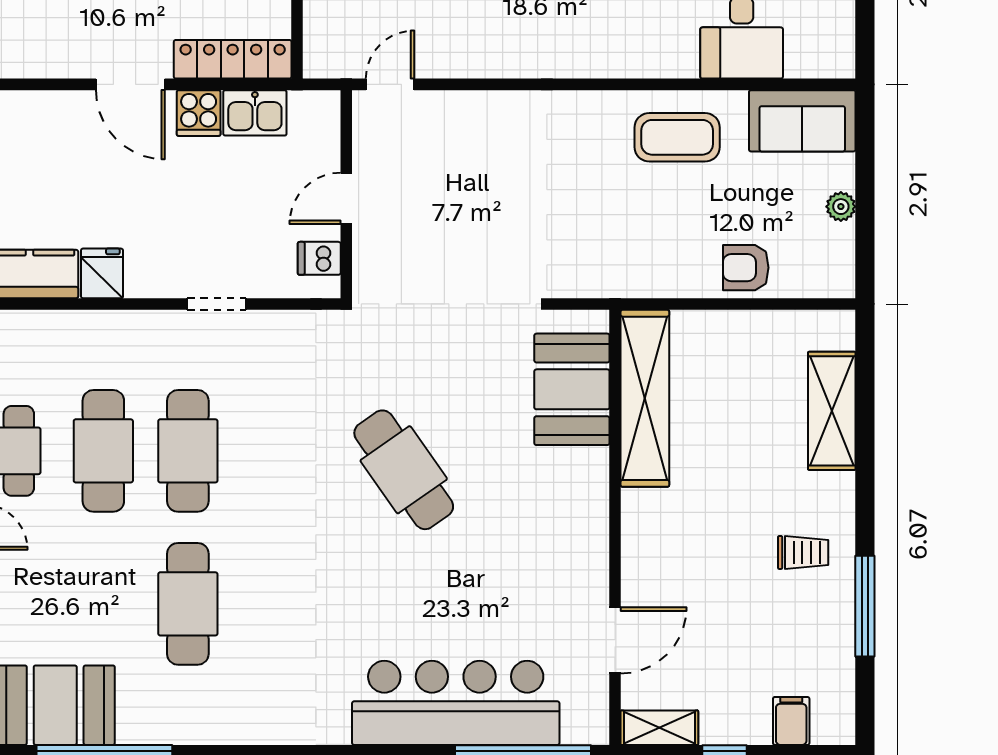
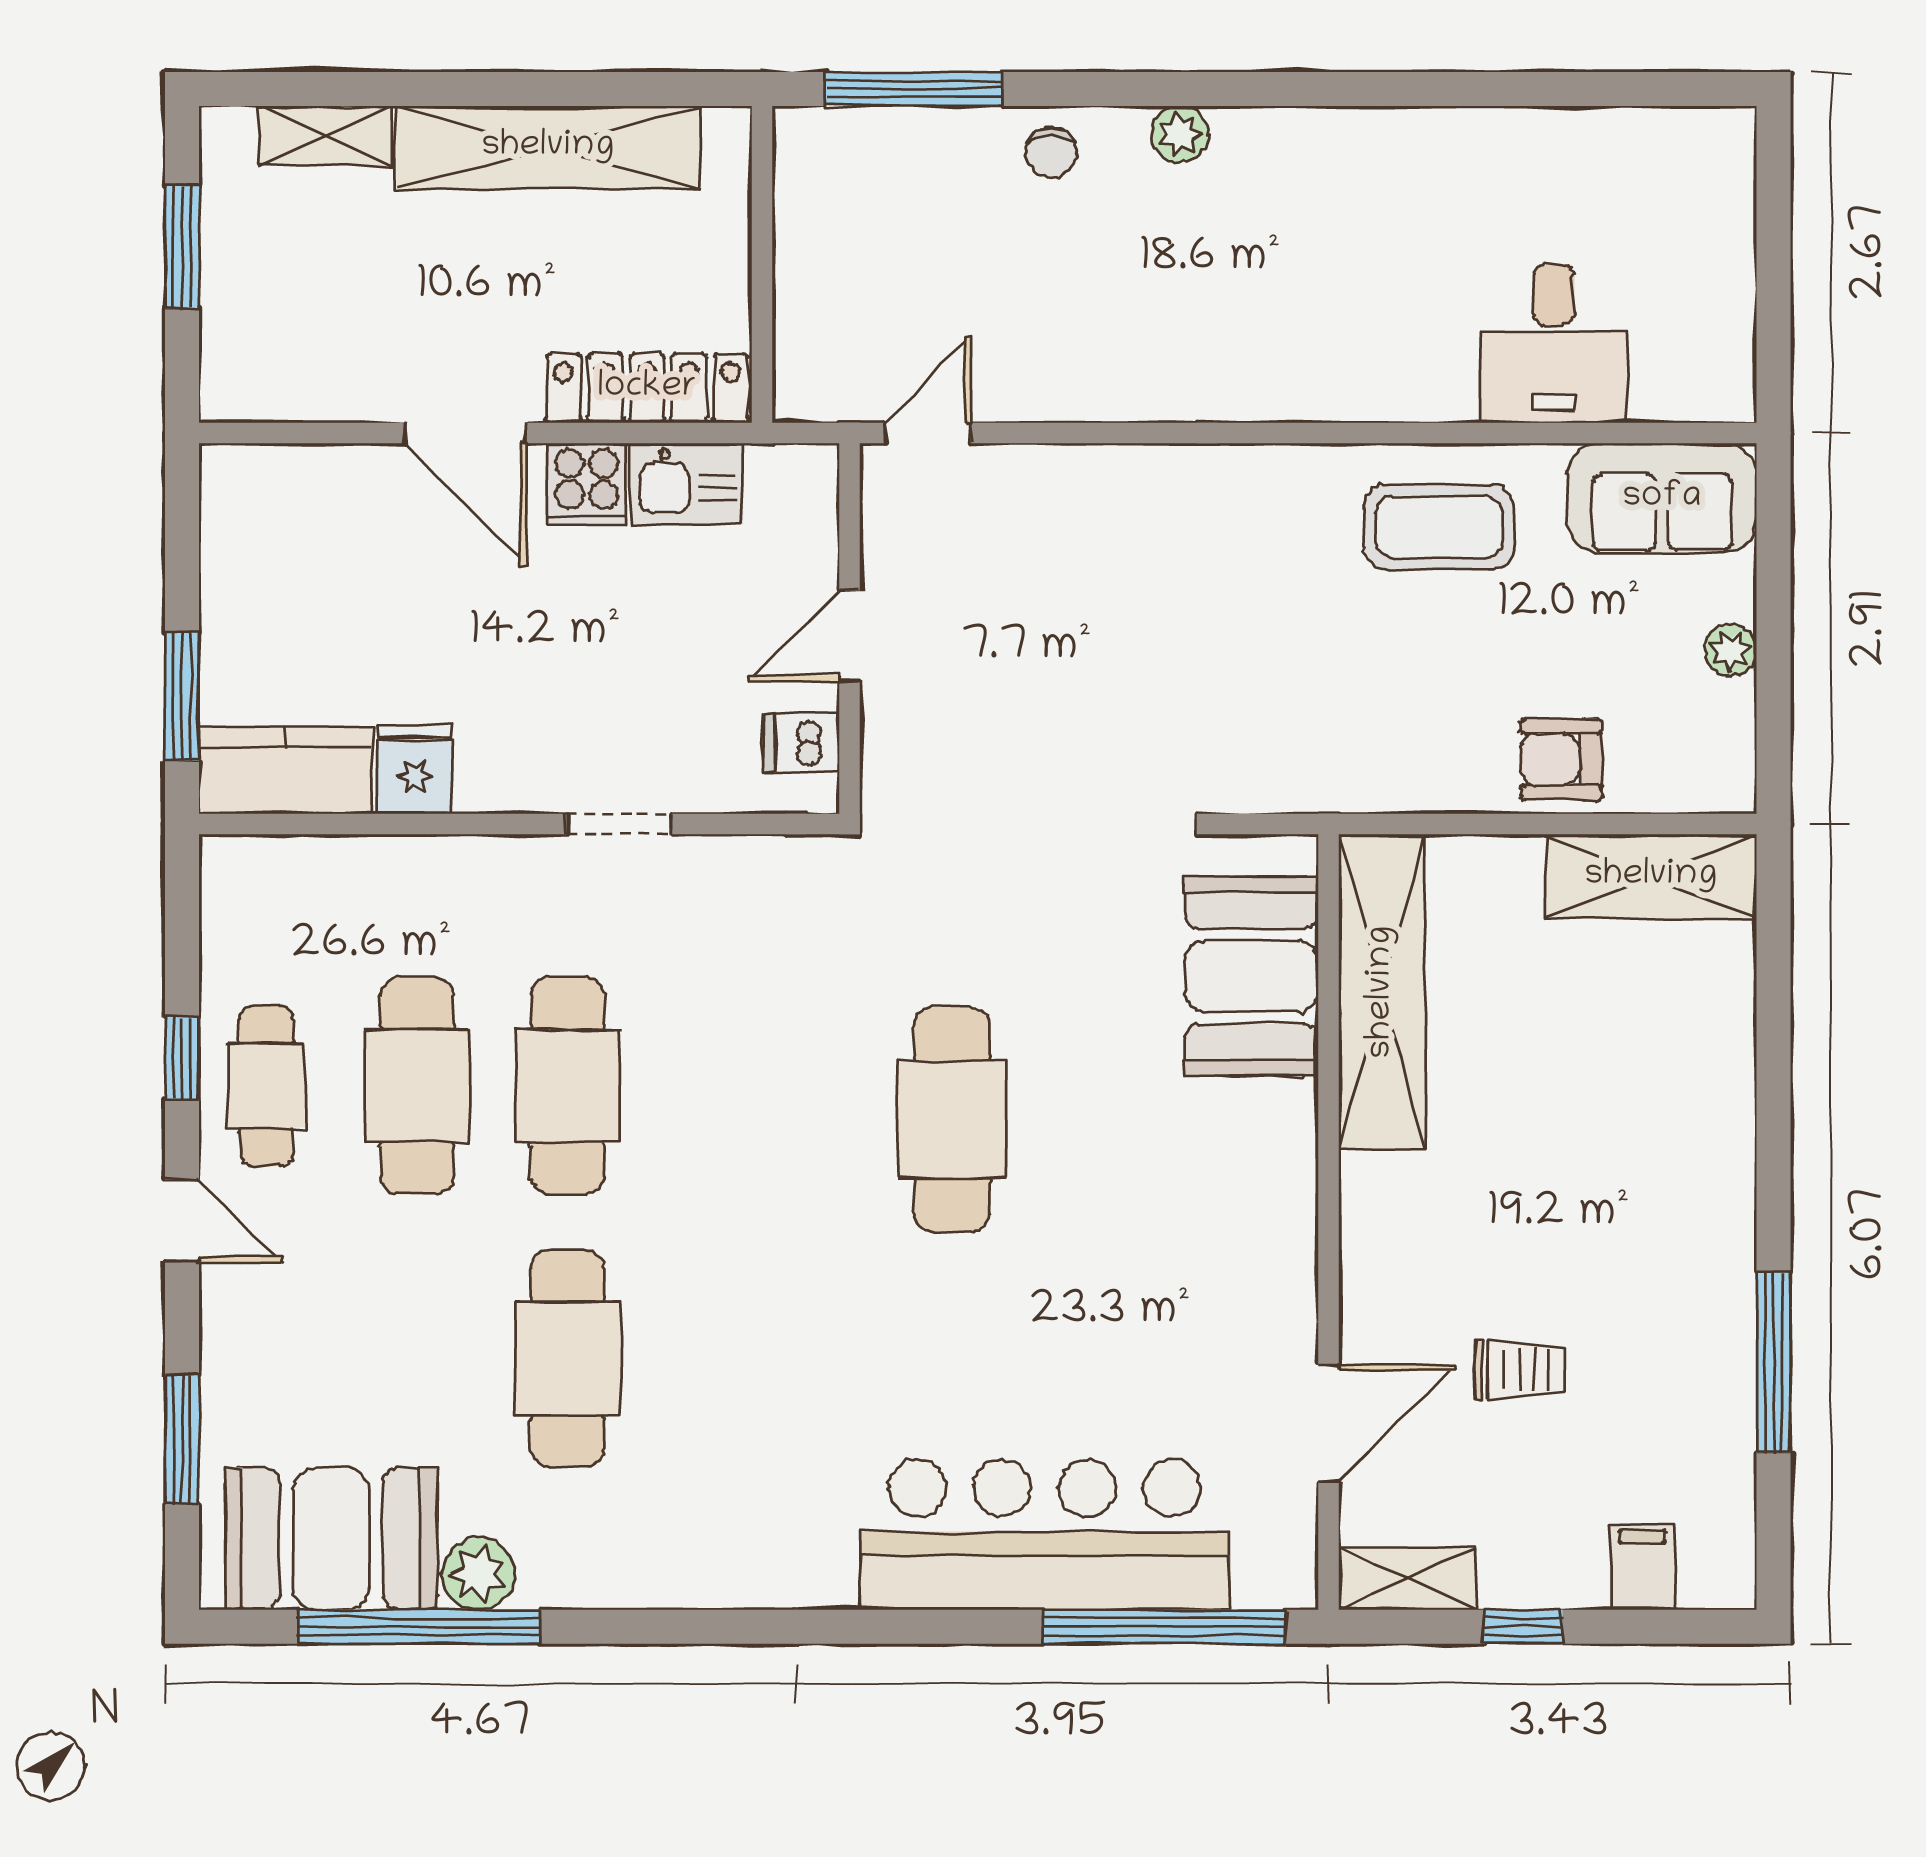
shelving: (832, 411) -> (1651, 876), moved, turned 90
cafe table: (404, 470) -> (952, 1119), turned 35
trolley: (803, 552) -> (1520, 1370), moved
plant: (138, 725) -> (479, 1574), added

